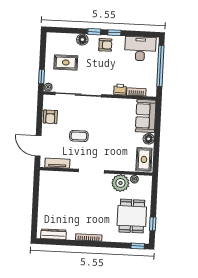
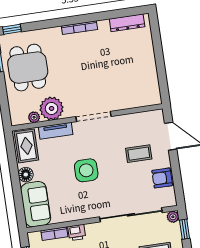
armchair: (50, 117) -> (162, 178), turned -90
side table: (104, 133) -> (86, 170), added
coffee table: (79, 136) -> (139, 154), moved
tv unit: (57, 163) -> (56, 131), moved

